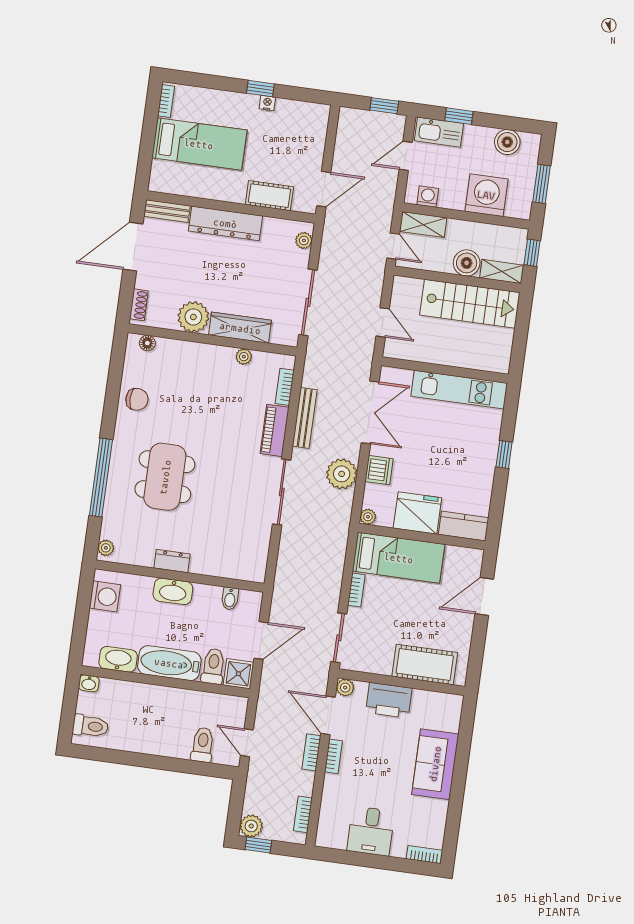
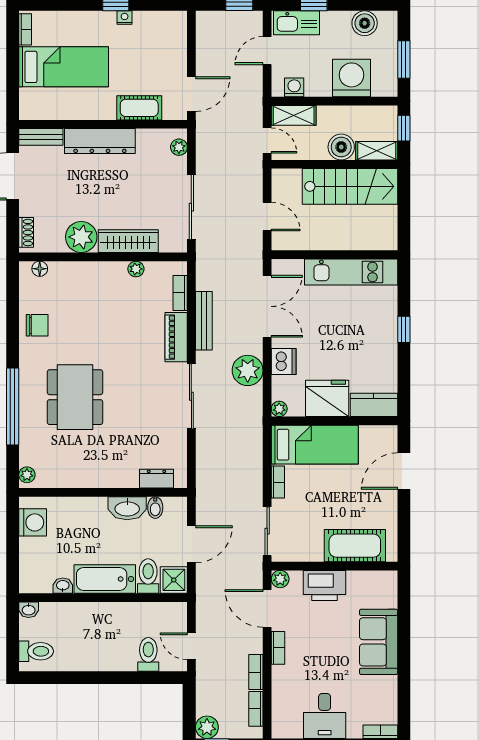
dresser: (172, 561) -> (156, 479), moved
washbasin: (173, 591) -> (127, 508), moved
washbasin: (118, 659) -> (63, 586), width x0.52, depth x0.69
bookcase: (311, 752) -> (256, 672), moved

